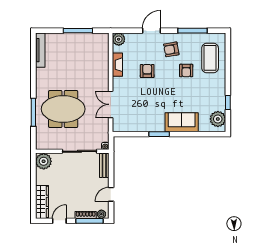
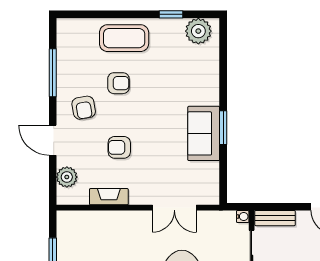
plant: (119, 39) -> (67, 177), moved
coffee table: (210, 58) -> (124, 38), moved
sofa: (182, 122) -> (204, 133), moved

